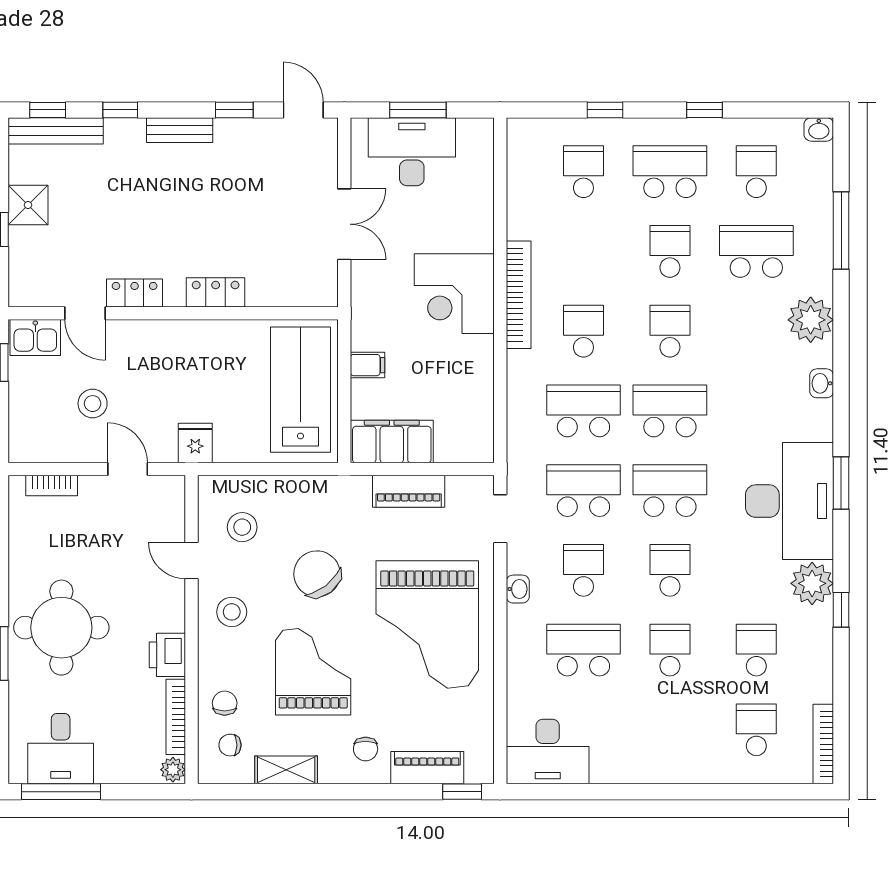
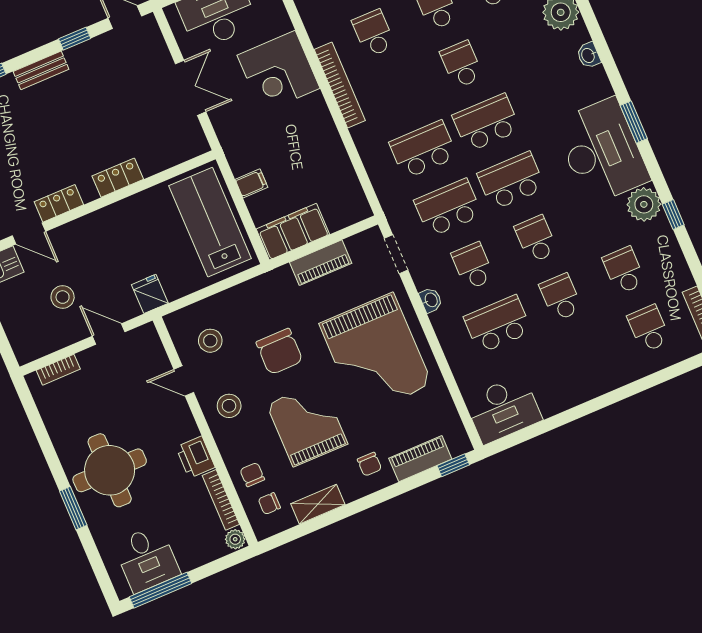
corner desk: (454, 294) -> (279, 72), moved
school desk: (583, 331) -> (374, 33), moved
chair: (317, 574) -> (279, 352), turned -142

